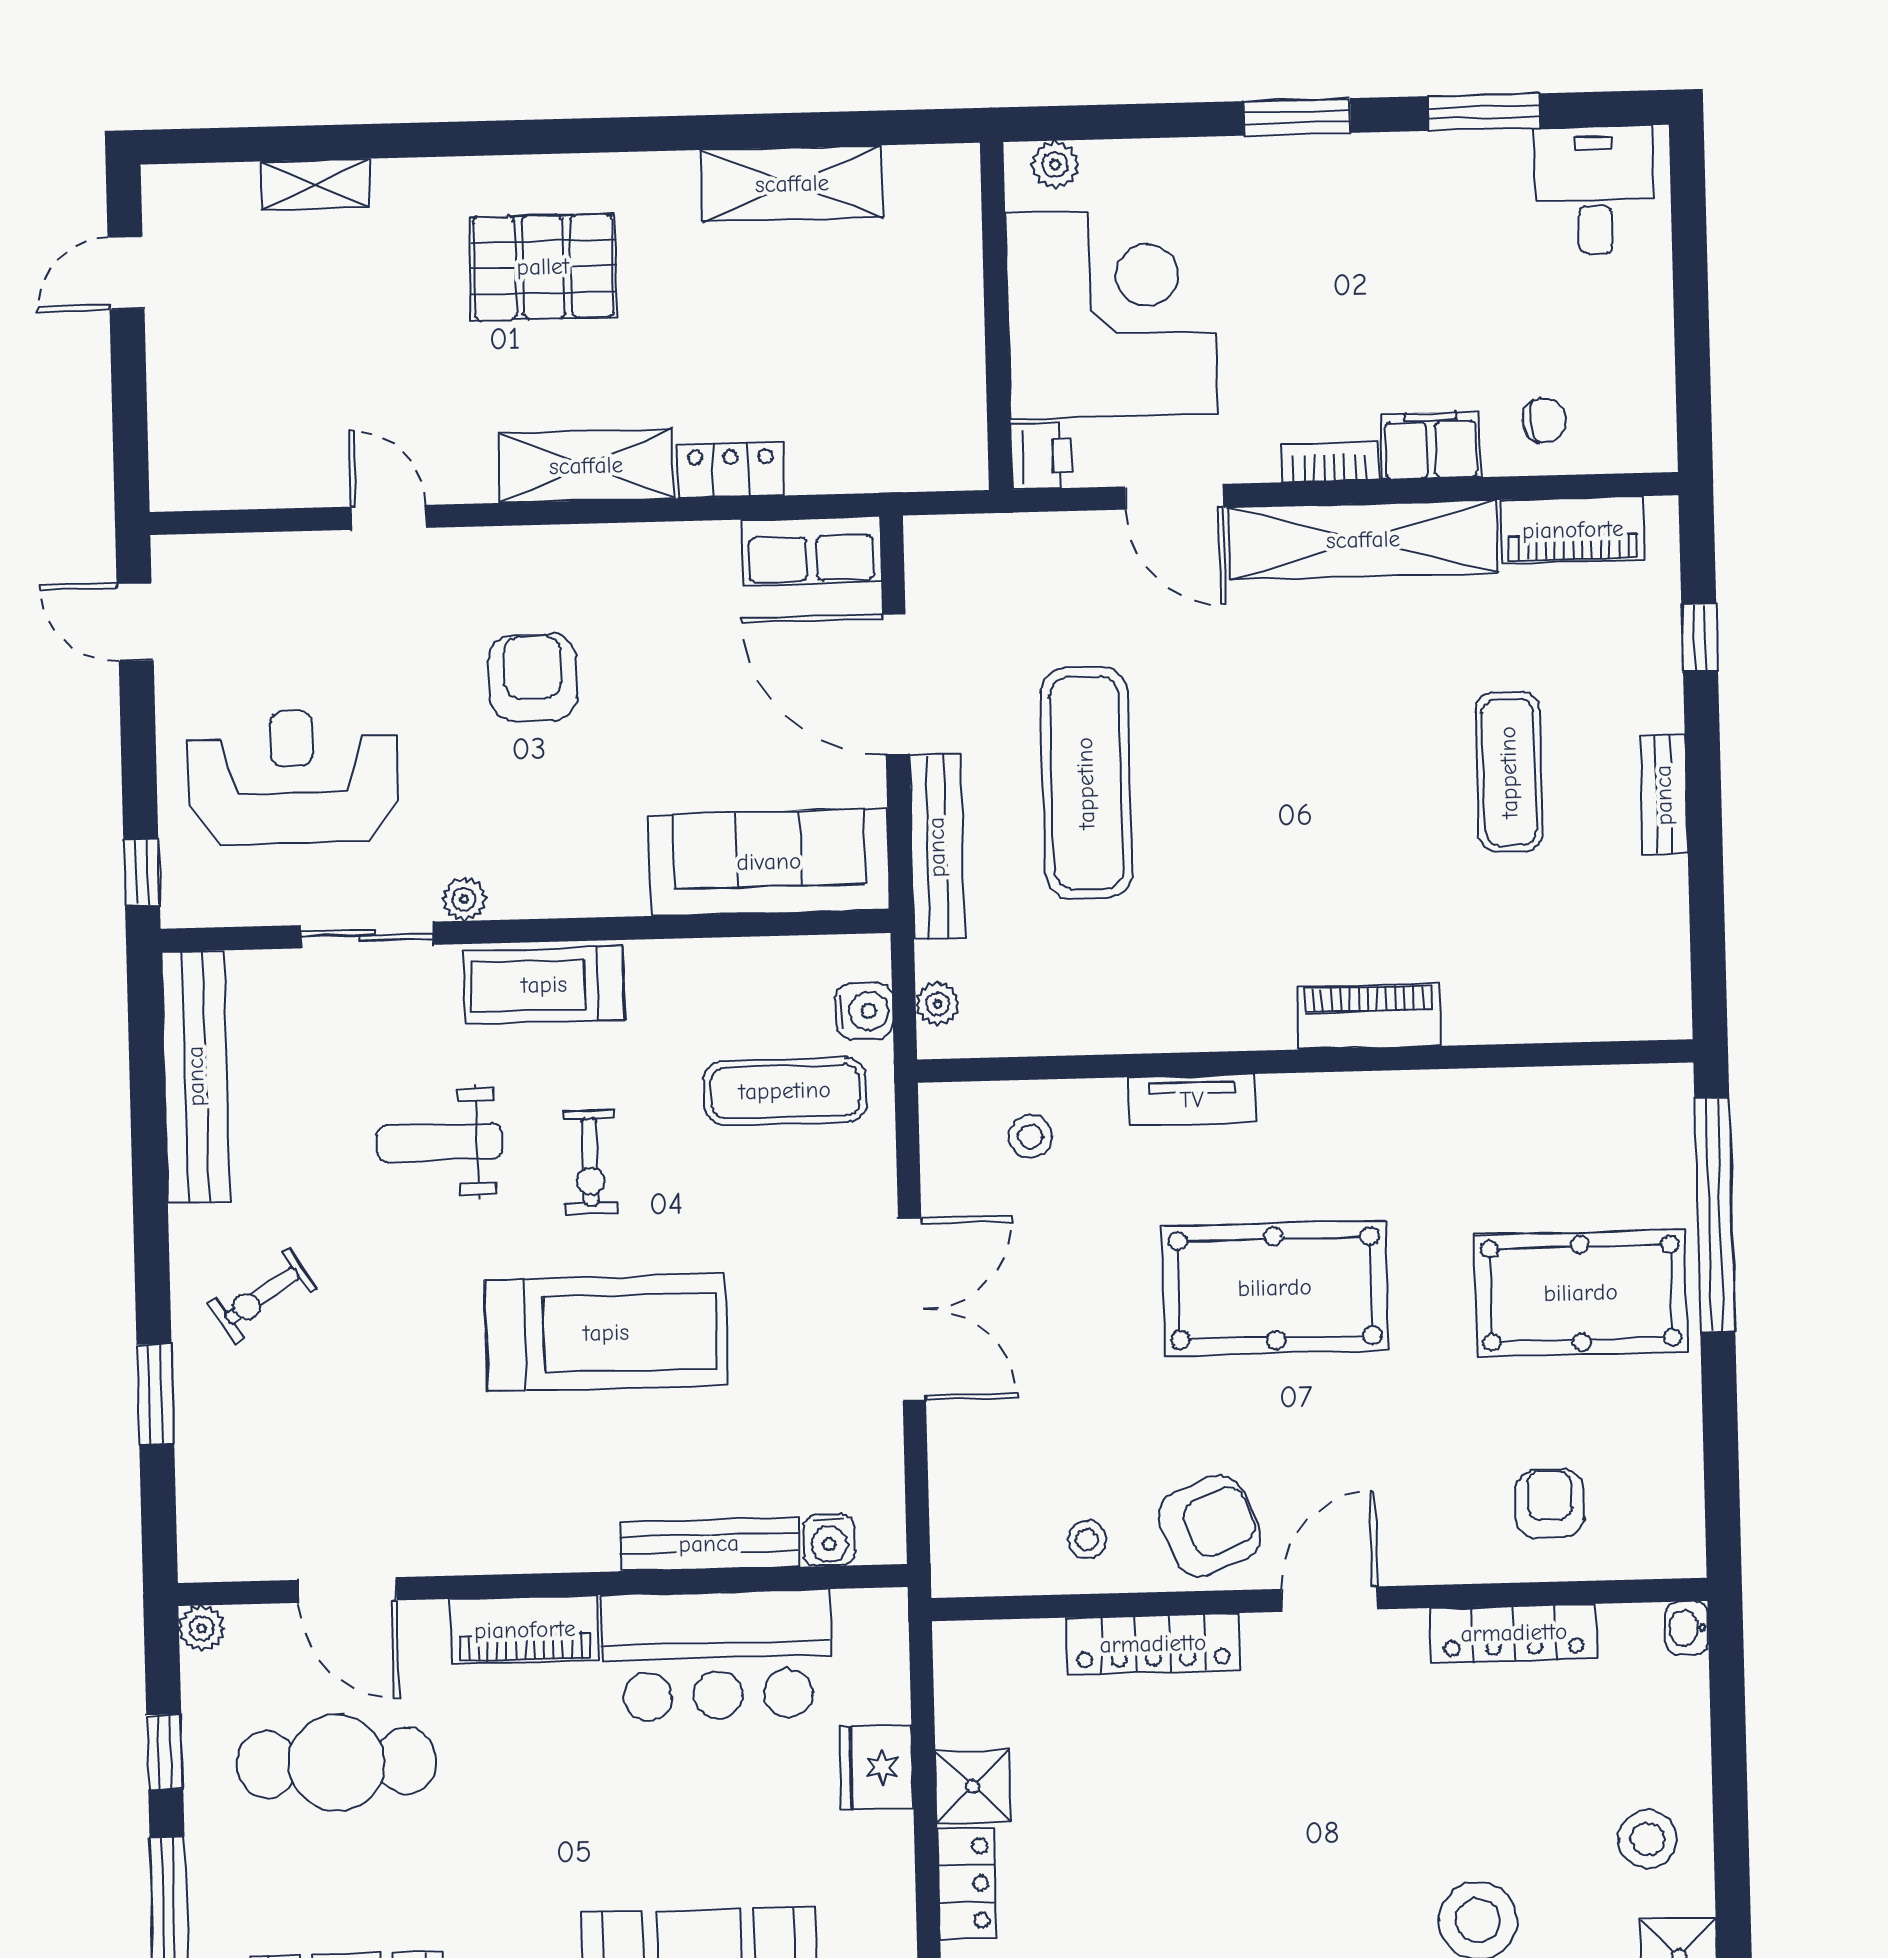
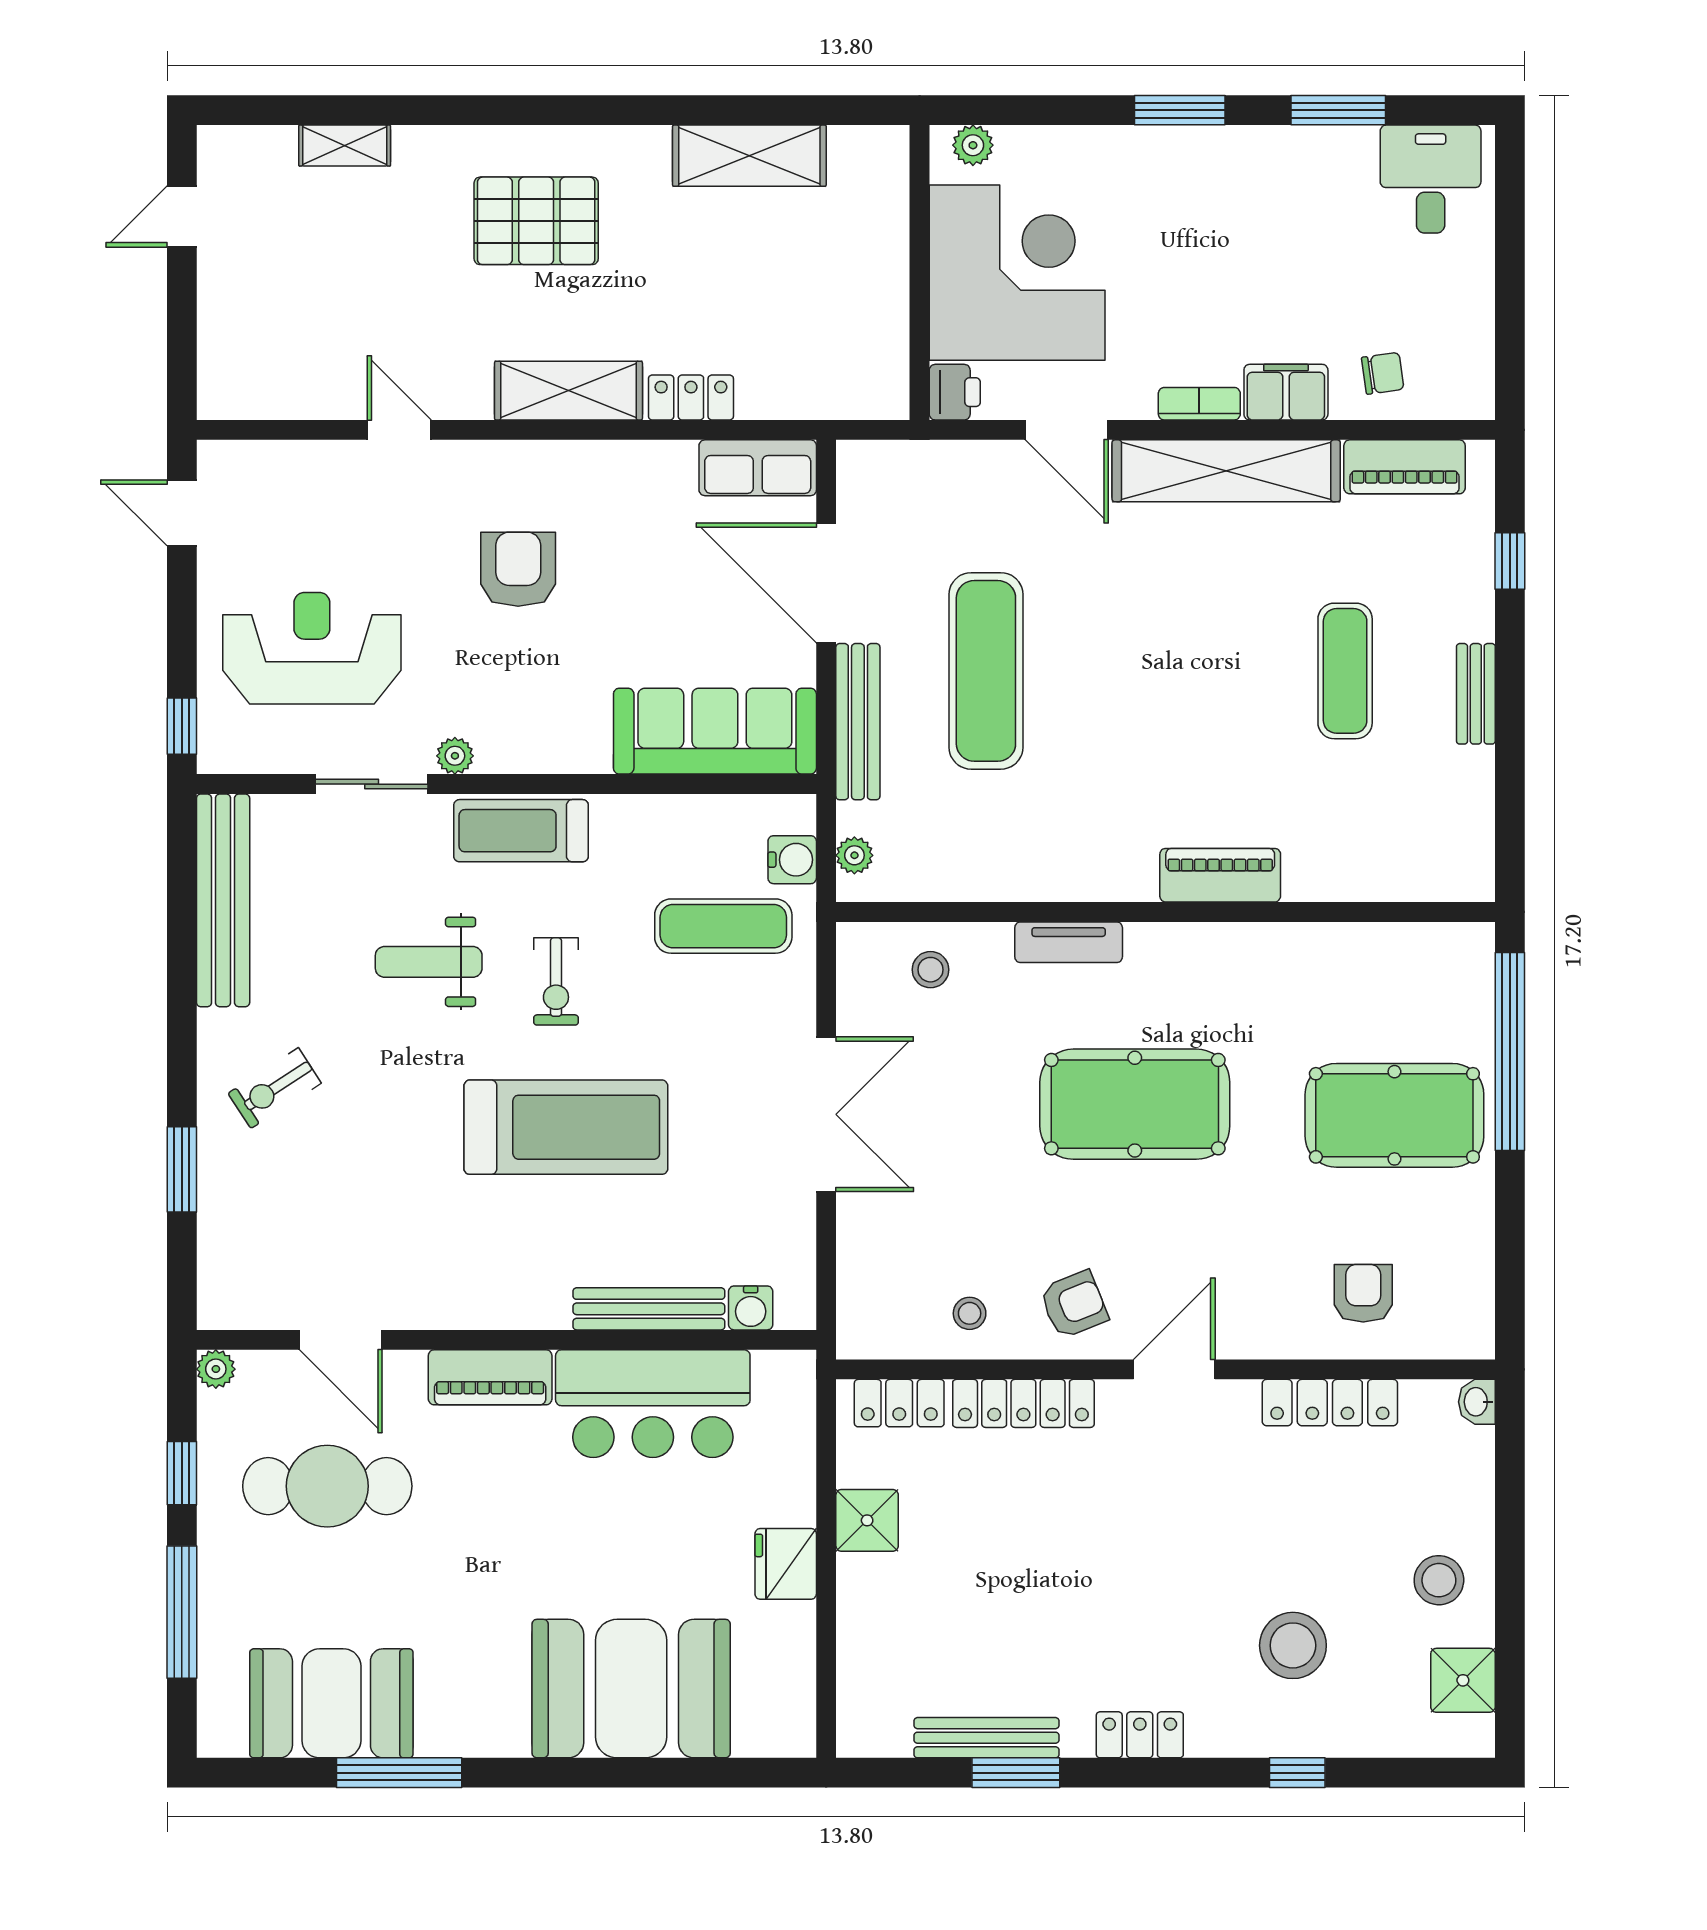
armchair: (1209, 1526) -> (1074, 1305), width x0.72, depth x0.72
fridge: (876, 1768) -> (786, 1564), moved
locker: (967, 1883) -> (899, 1403), moved, turned 90

